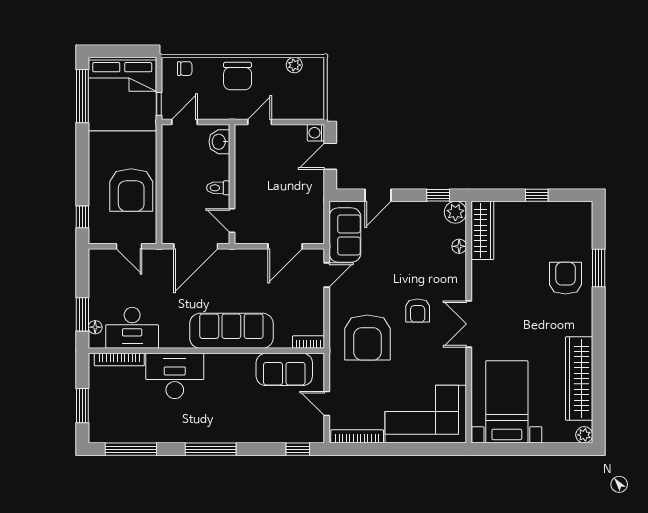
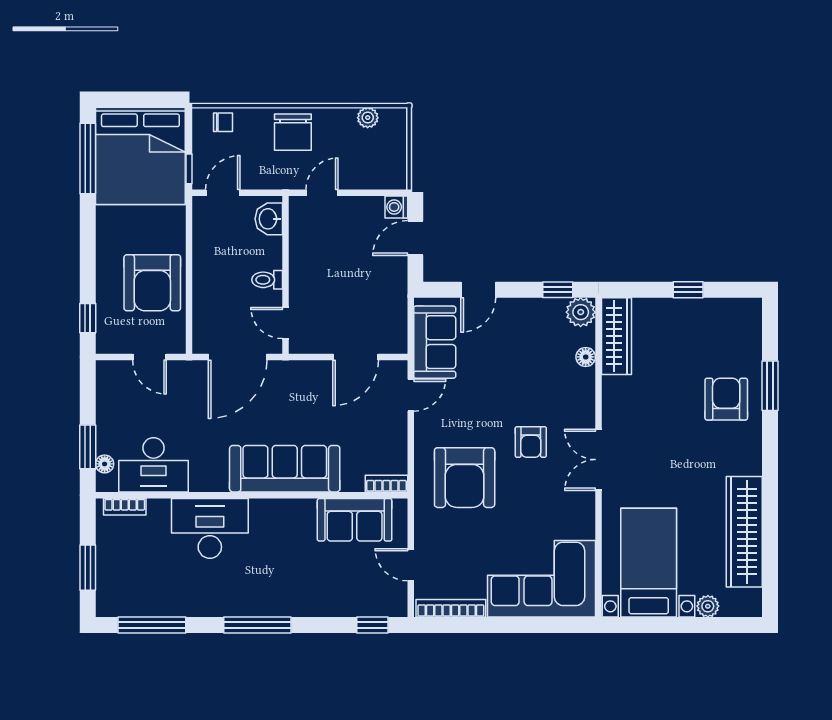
bookcase: (119, 360) -> (125, 507), width x0.64
plant: (584, 435) -> (708, 606), moved

